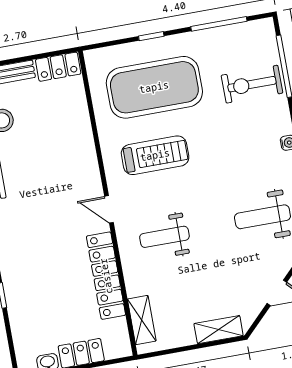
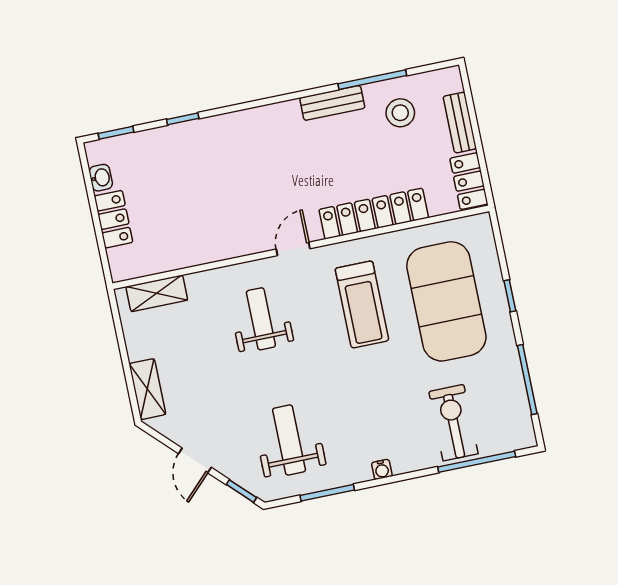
locker: (106, 276) -> (374, 214), moved
window: (12, 349) -> (116, 133), added

